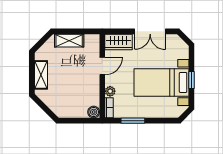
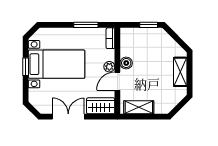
shelving: (69, 41) -> (139, 107), moved
plant: (110, 91) -> (109, 67), moved
boiler: (94, 112) -> (126, 63), moved
window: (72, 121) -> (149, 25), added

